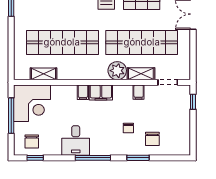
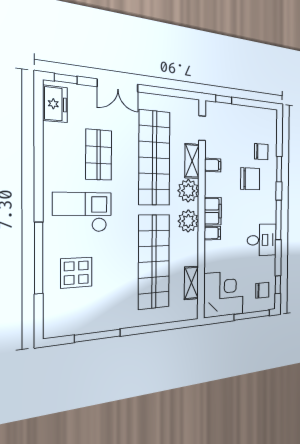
plant: (93, 71) -> (188, 221), added
window: (11, 116) -> (252, 315), moved
chair: (128, 128) -> (250, 179), width x1.87, depth x1.87

